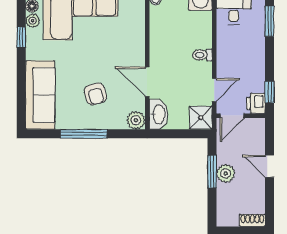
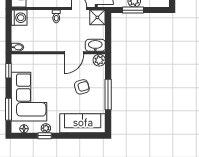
plant: (33, 21) -> (46, 128), moved

